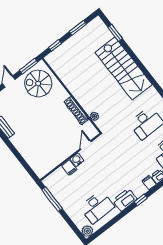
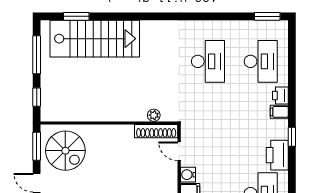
window: (78, 28) -> (37, 55), width x1.44
stairs: (124, 68) -> (95, 39), moved
spiral stairs: (38, 84) -> (65, 151), turned -90
shoe rack: (76, 111) -> (156, 131), moved

